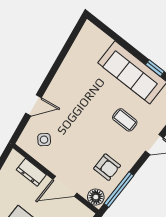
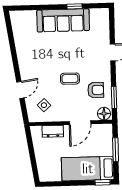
coffee table: (125, 120) -> (70, 79), moved
window: (119, 189) -> (114, 97), width x0.69

